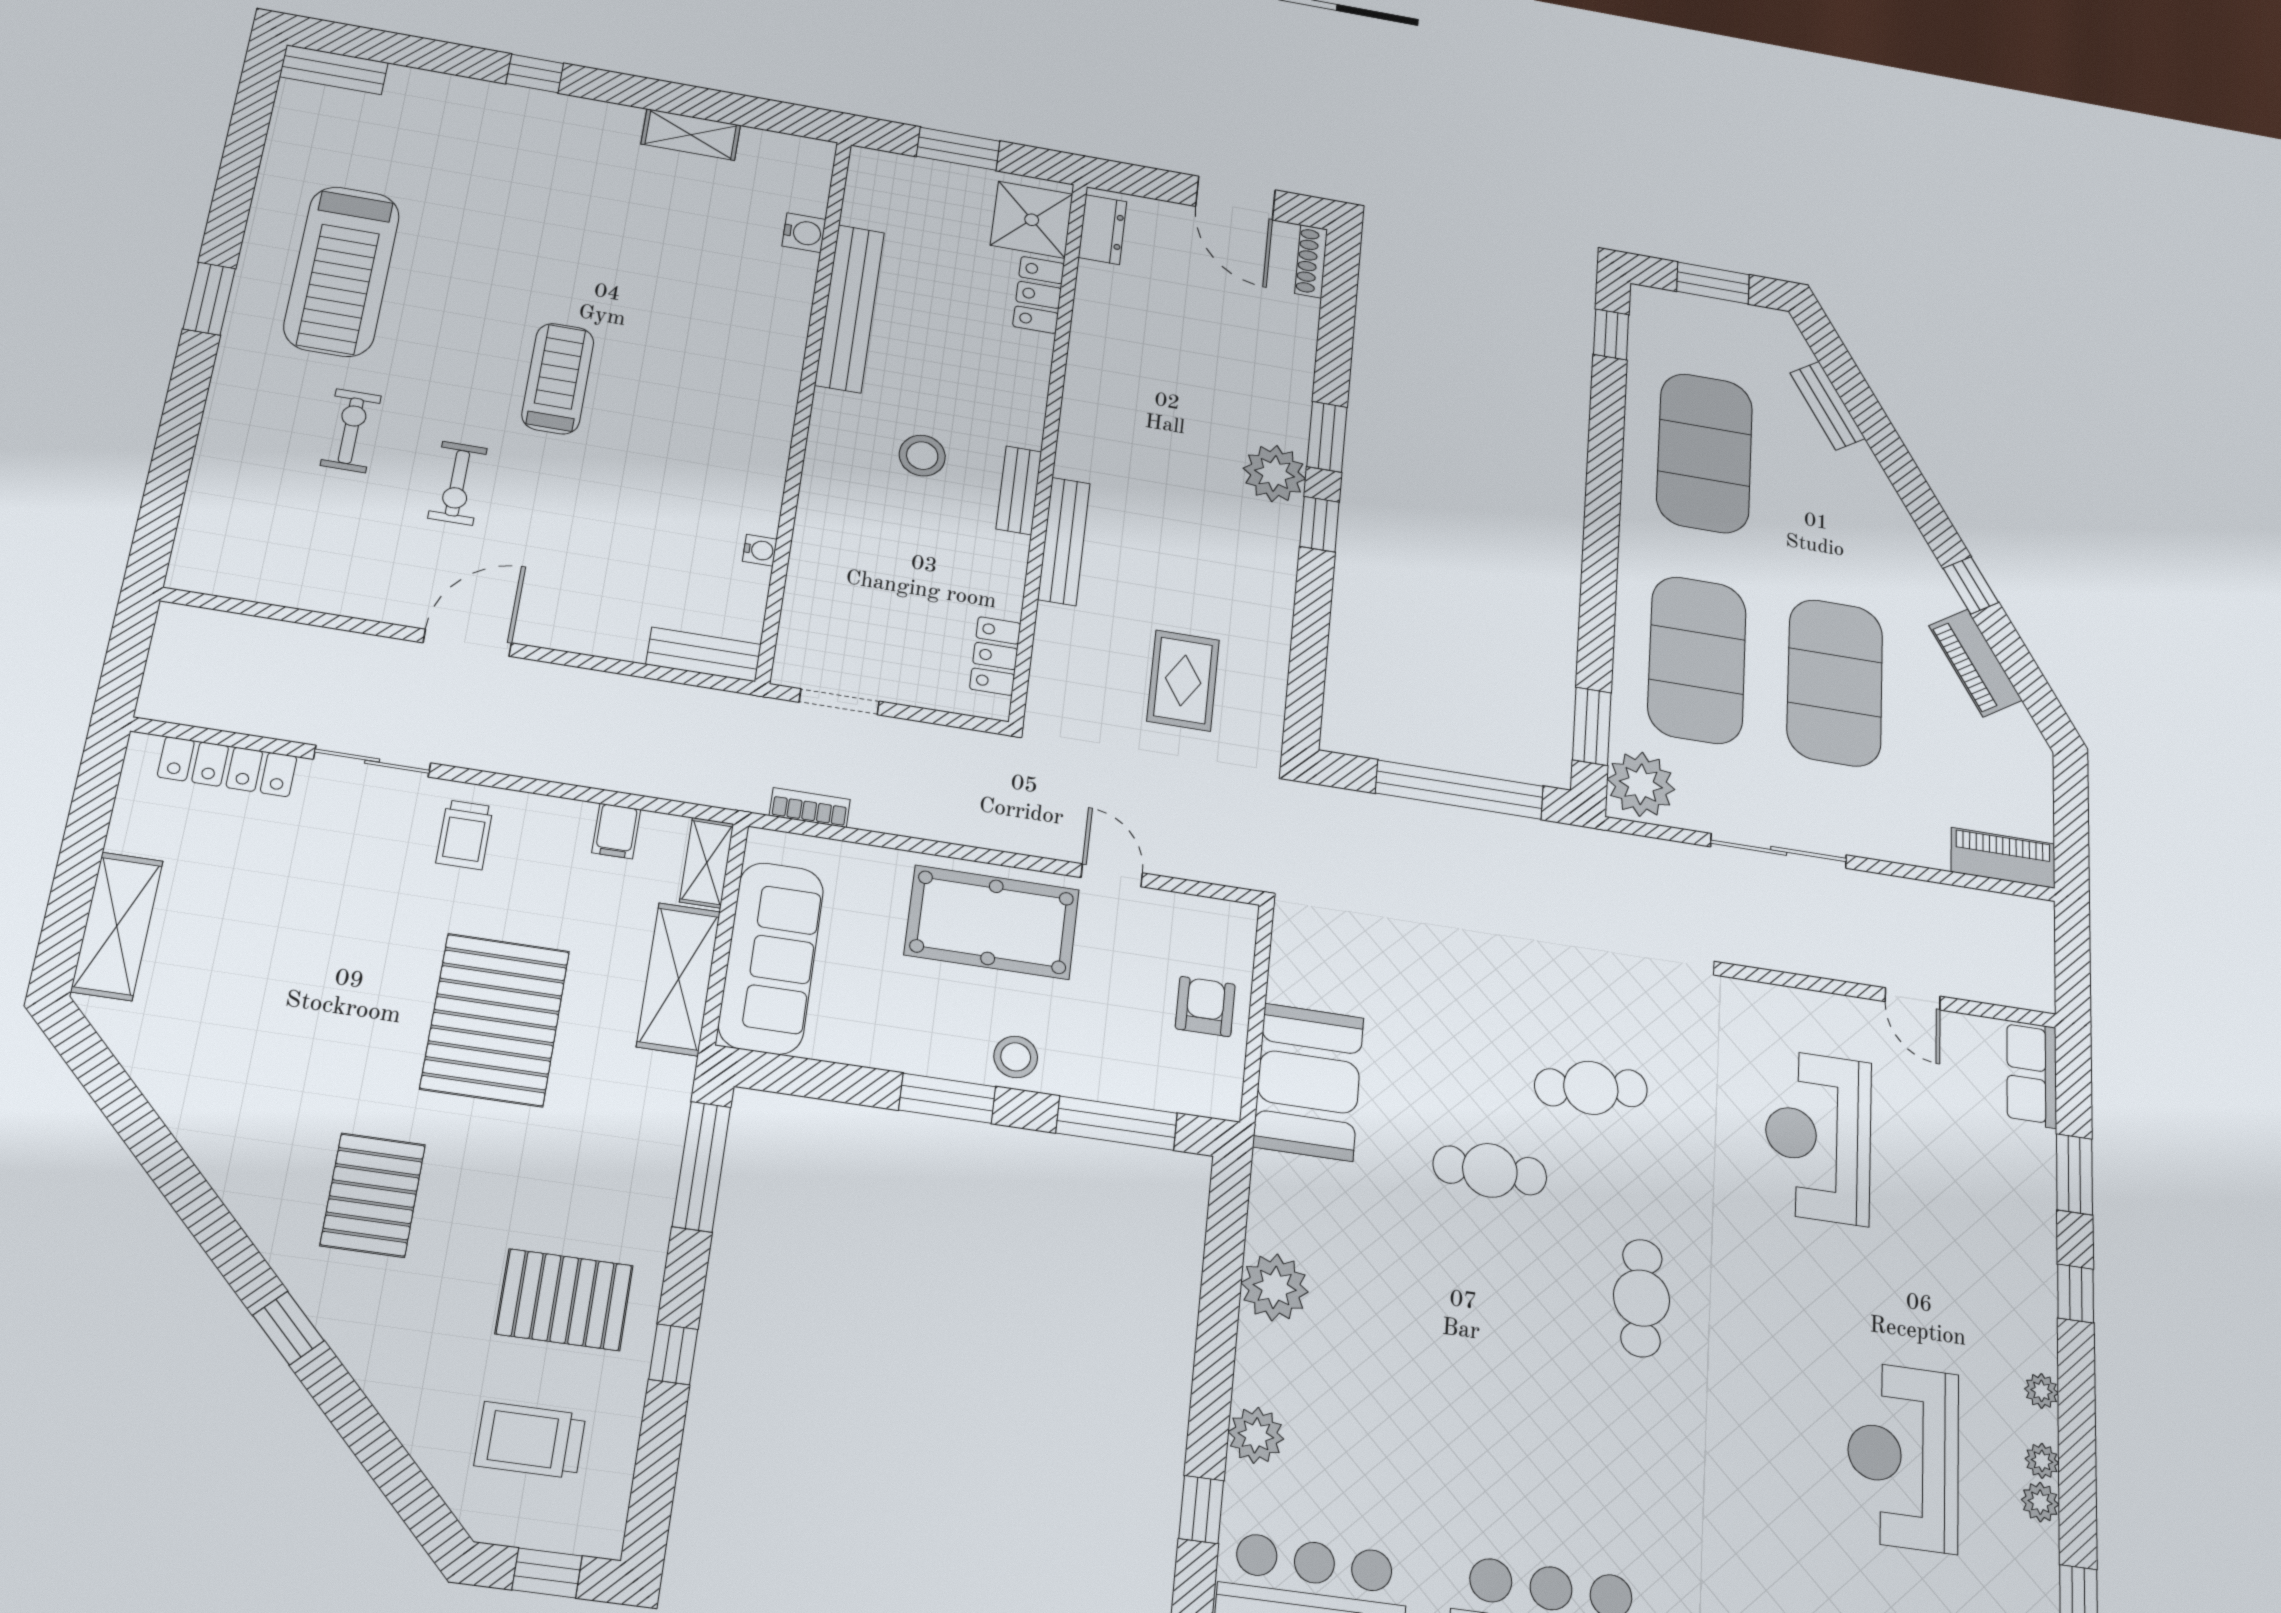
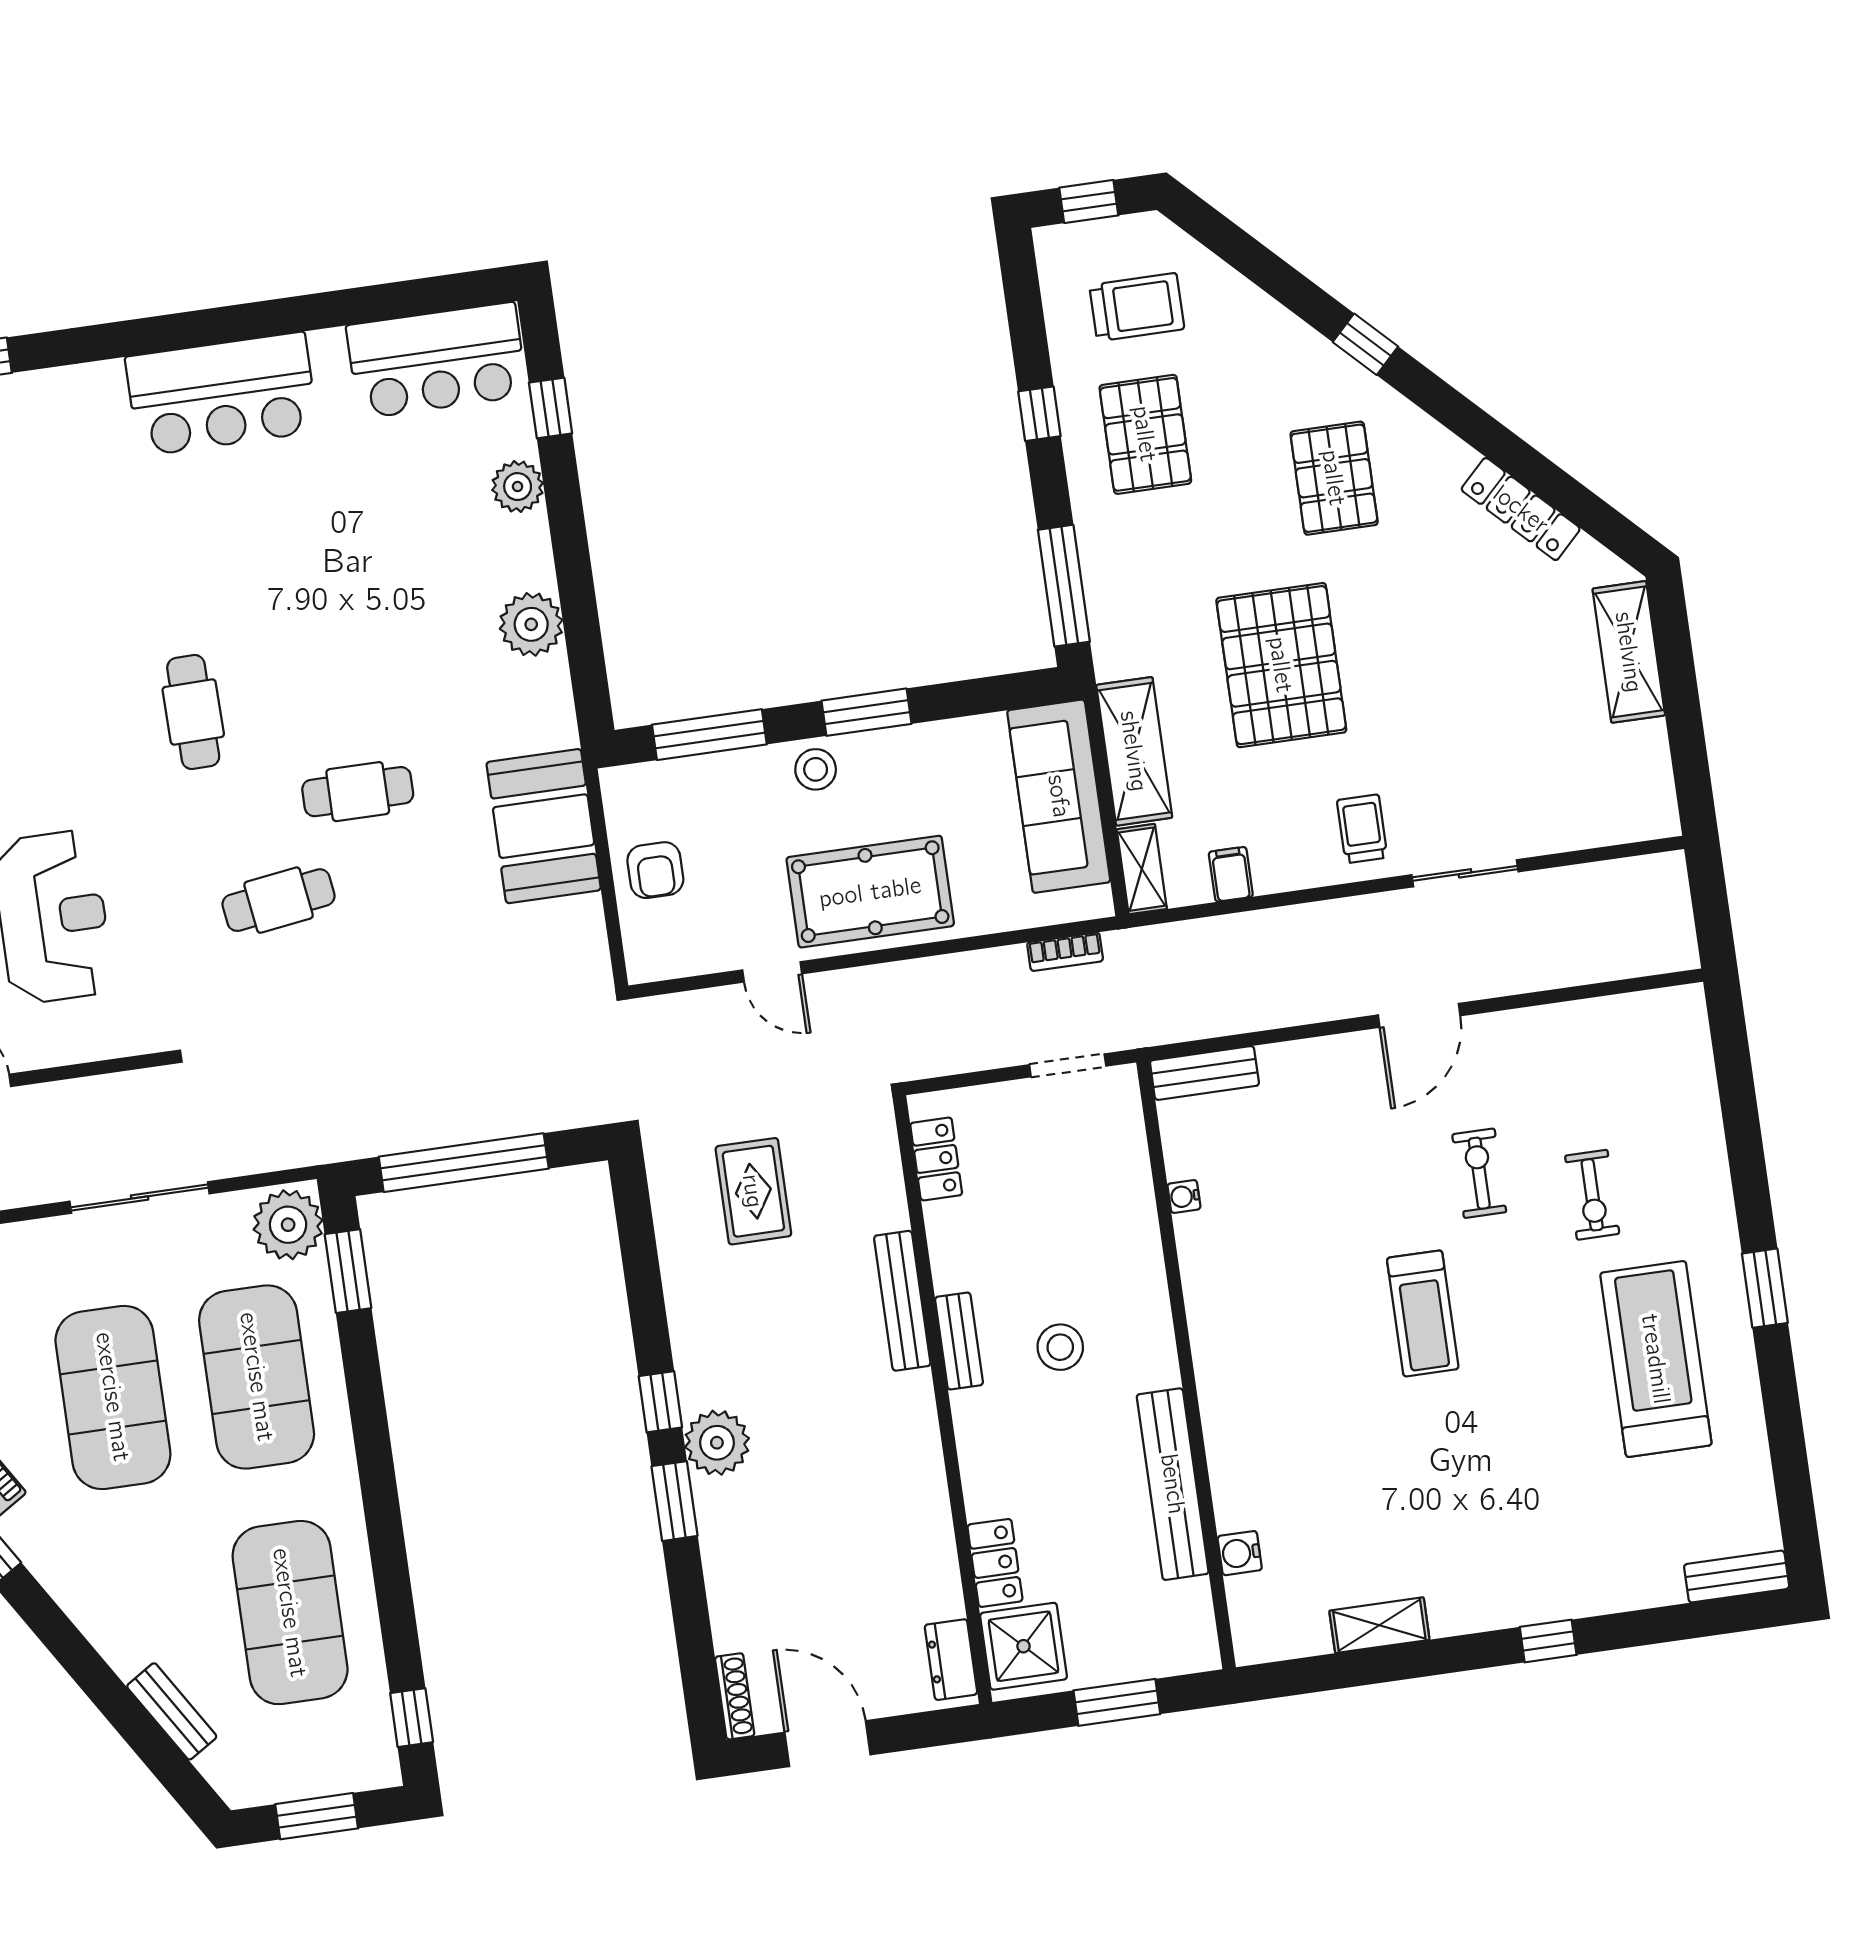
locker: (227, 767) -> (1521, 509), moved, turned -135
pallet: (564, 1300) -> (1145, 434), turned 90

